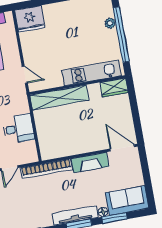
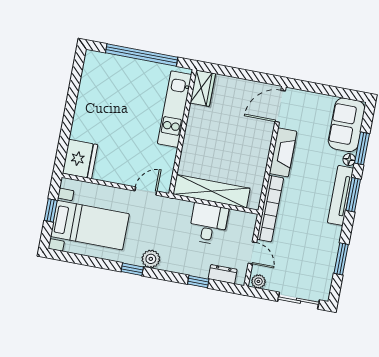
plant: (110, 23) -> (123, 63), removed
shelving: (59, 98) -> (212, 191), moved, turned 90

